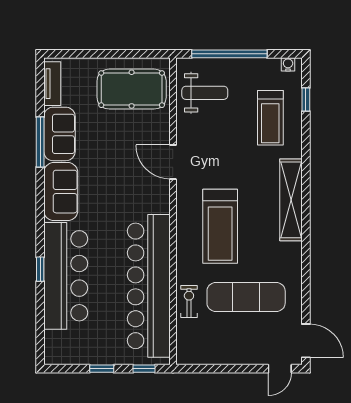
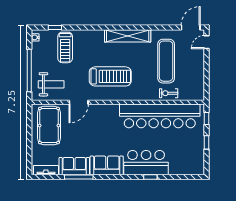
weight bench: (205, 93) -> (51, 84), turned 90
treadmill: (270, 118) -> (65, 47), turned 90
door: (173, 162) -> (79, 102), moved
shelving: (291, 200) -> (128, 36), moved
treadmill: (220, 226) -> (110, 76), moved
bar counter: (66, 276) -> (146, 163), width x0.73
door: (280, 369) -> (206, 42), swing flipped

